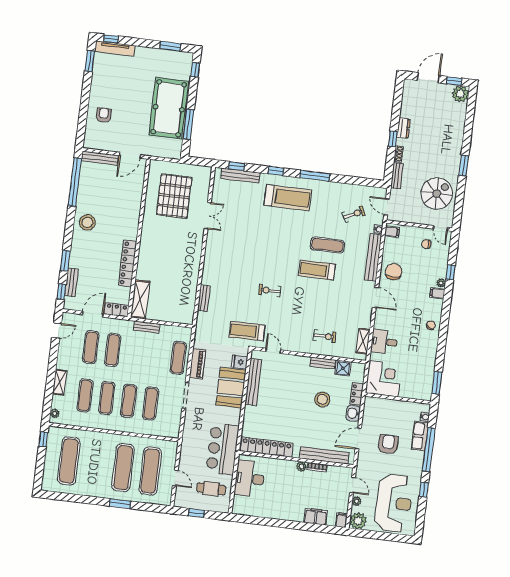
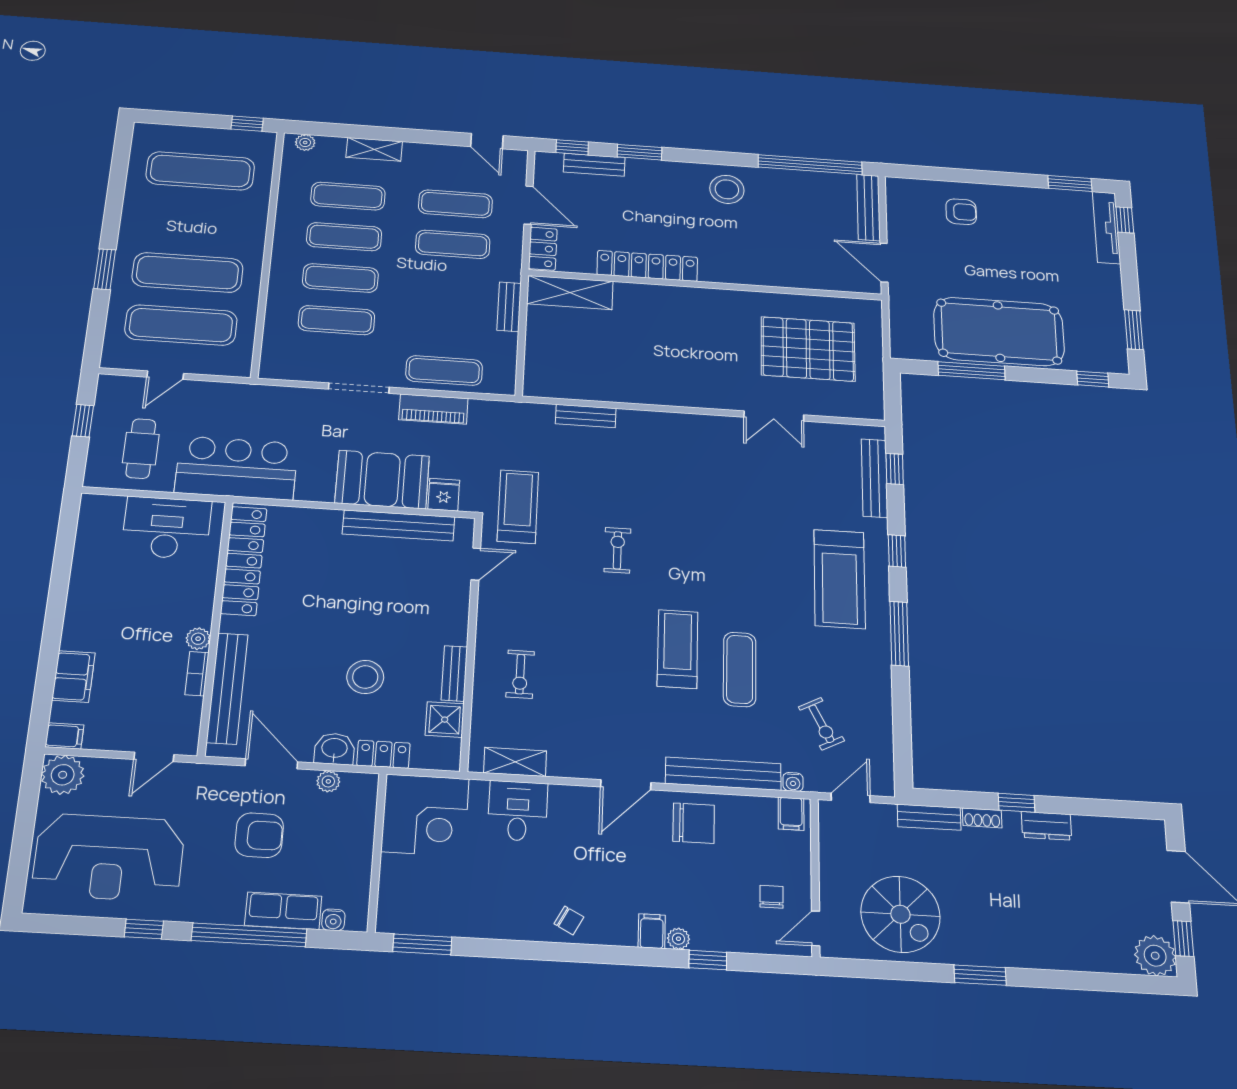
plant: (357, 501) -> (328, 781), moved

